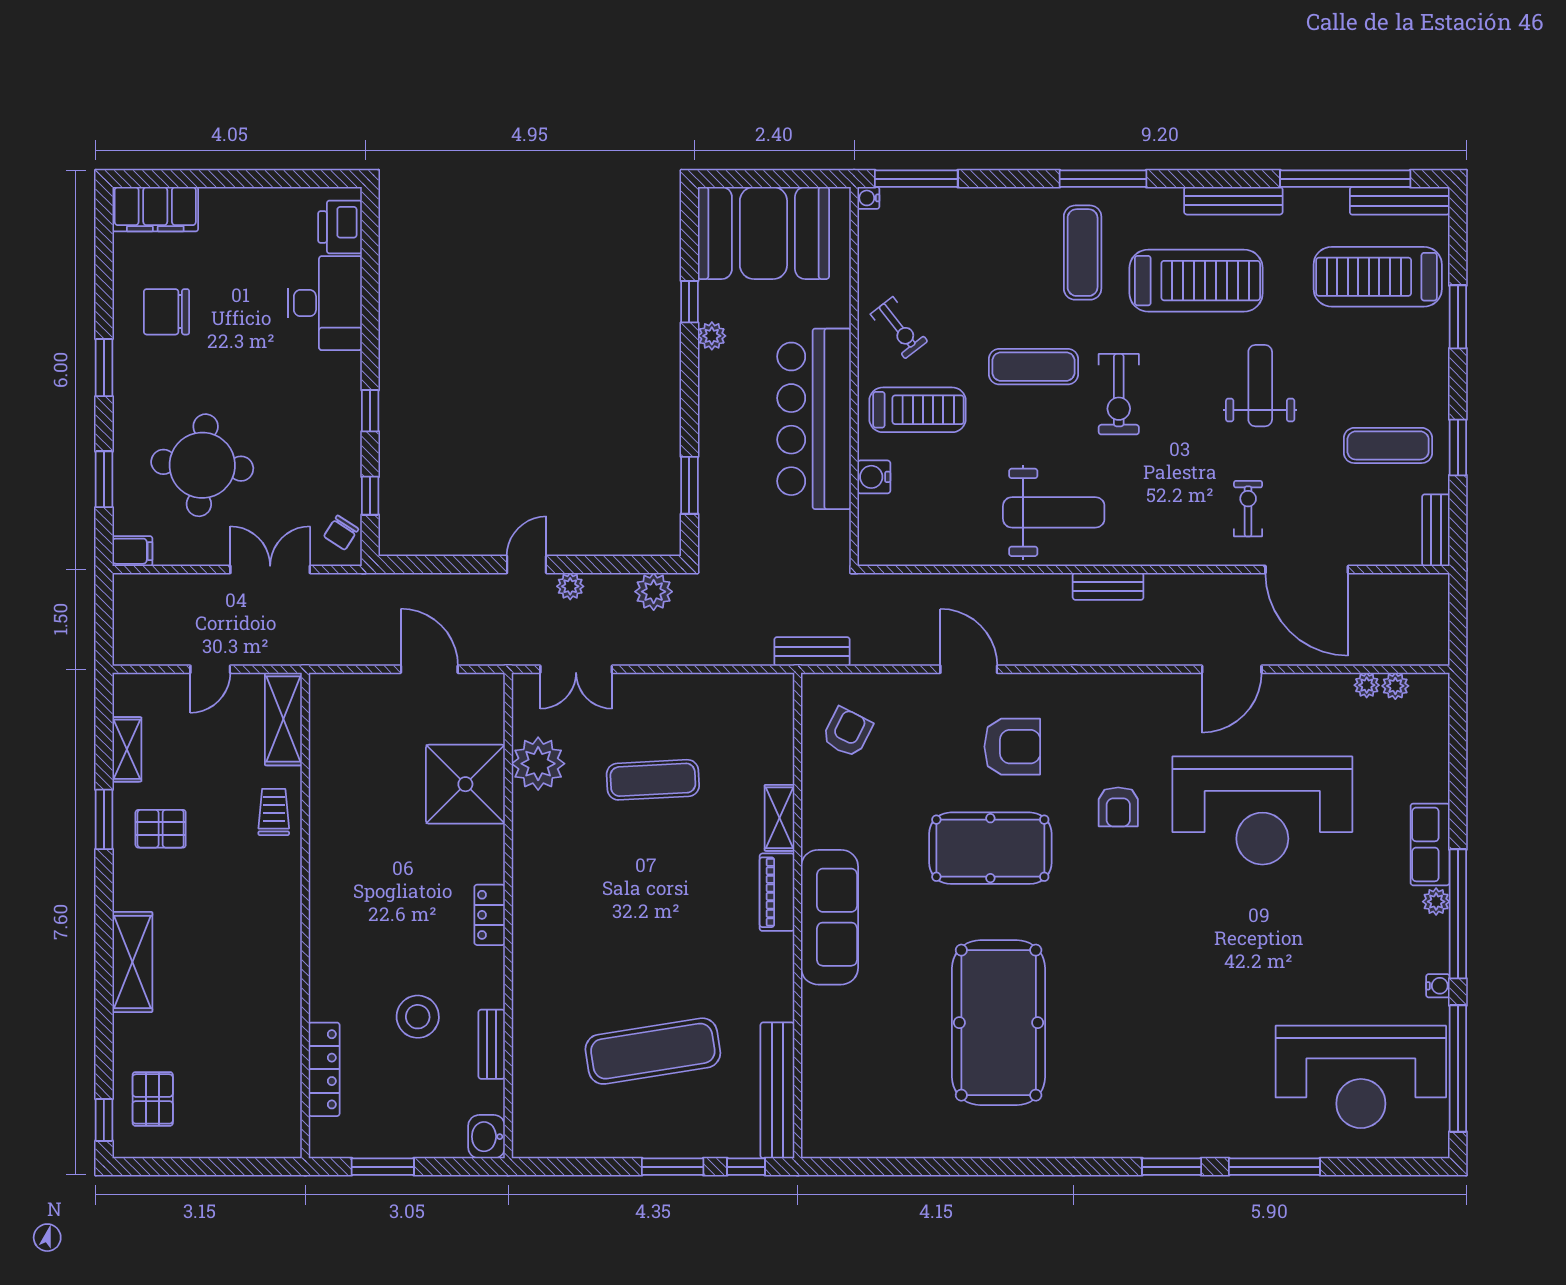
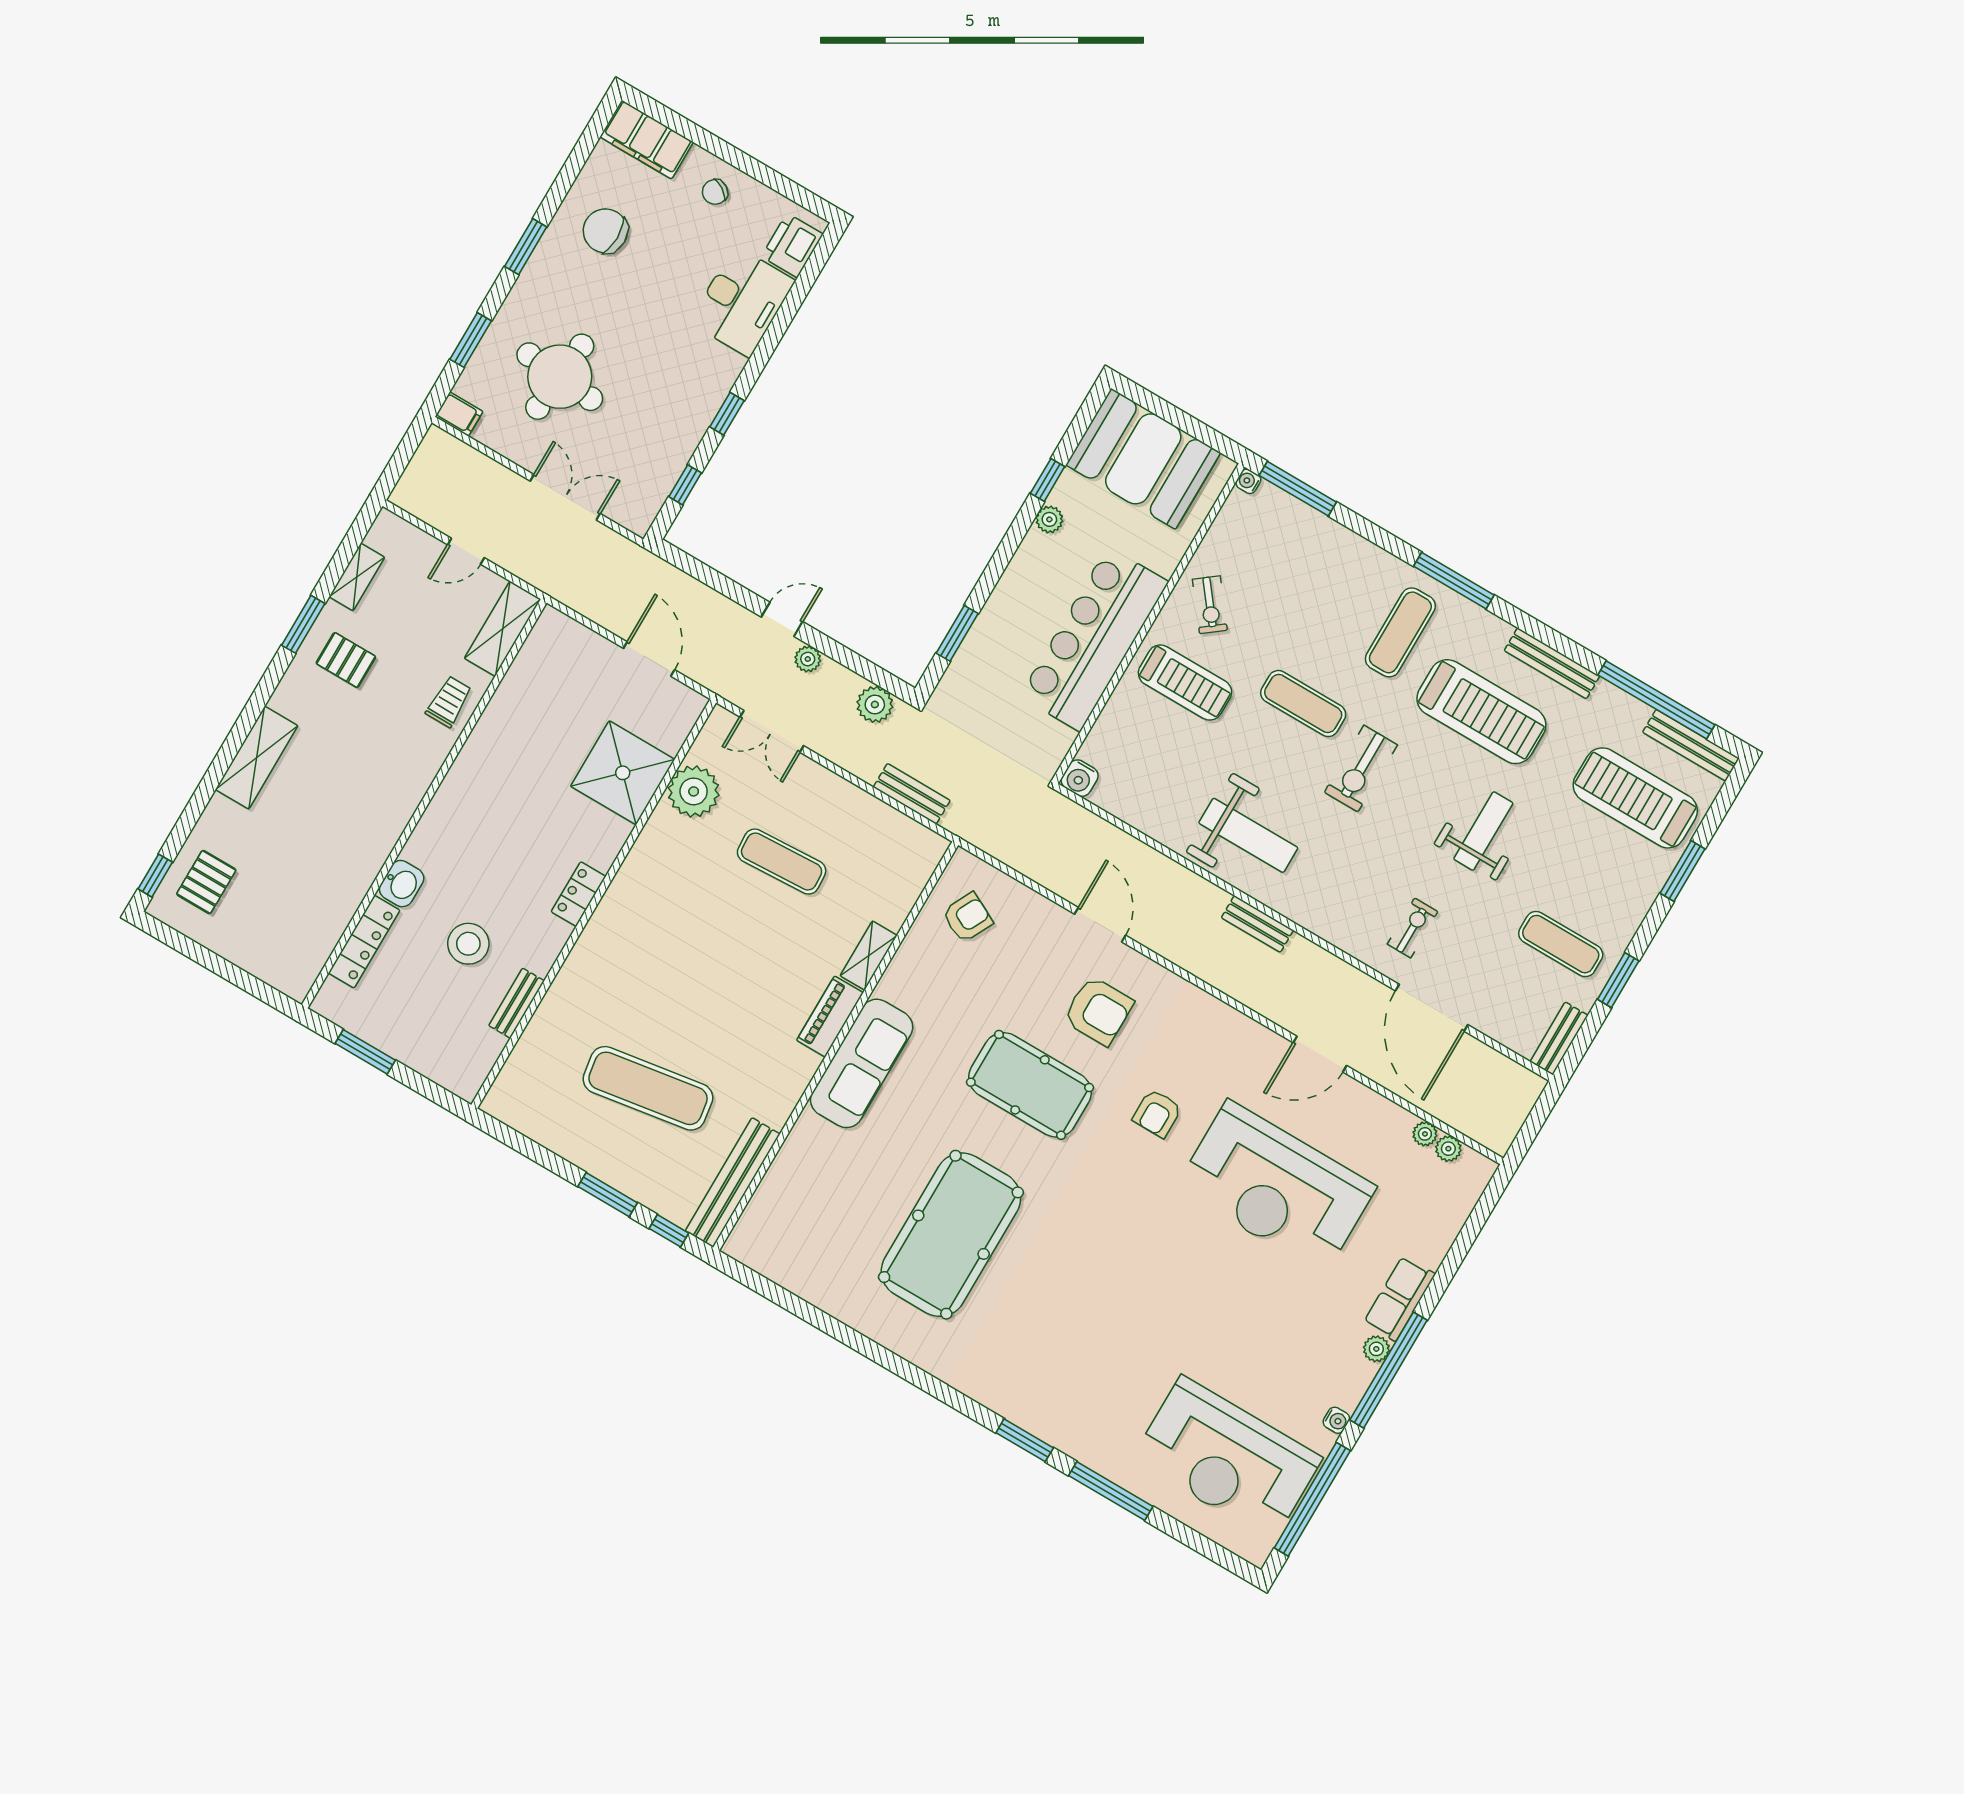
water cooler: (874, 477) -> (1080, 778), moved, turned -90
chair: (341, 533) -> (715, 192), moved
bench: (812, 652) -> (912, 794), moved
washbasin: (487, 1137) -> (402, 884), moved, turned 180

